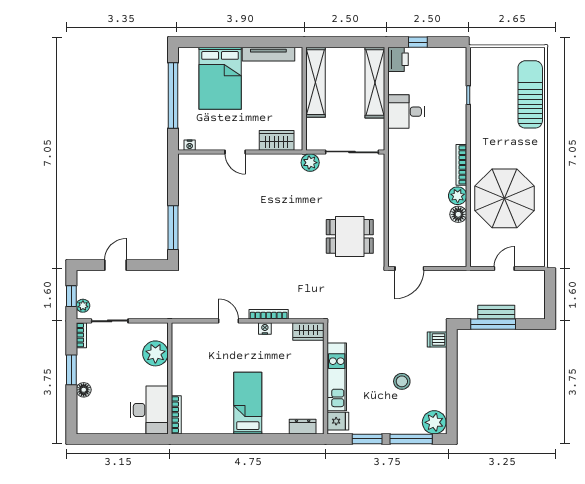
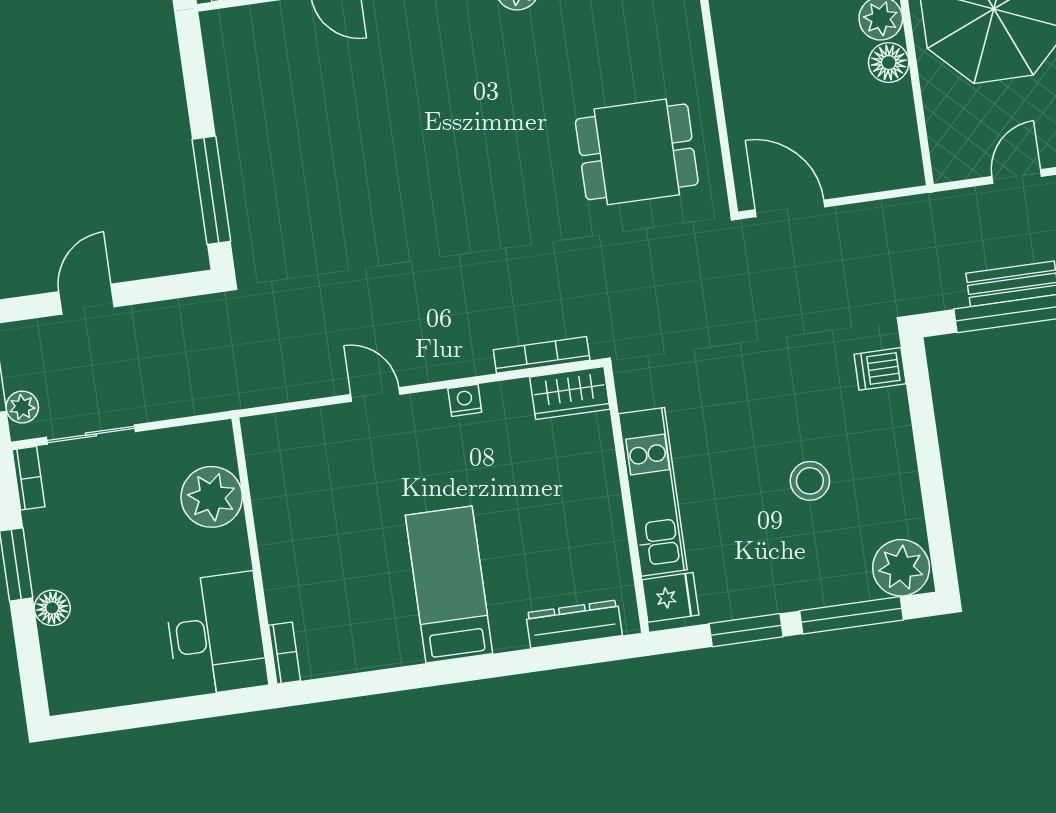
door: (409, 268) -> (790, 208), swing flipped
bookcase: (269, 314) -> (542, 355), moved
bookcase: (176, 415) -> (284, 653), width x0.64
dresser: (303, 427) -> (574, 624), width x1.44

